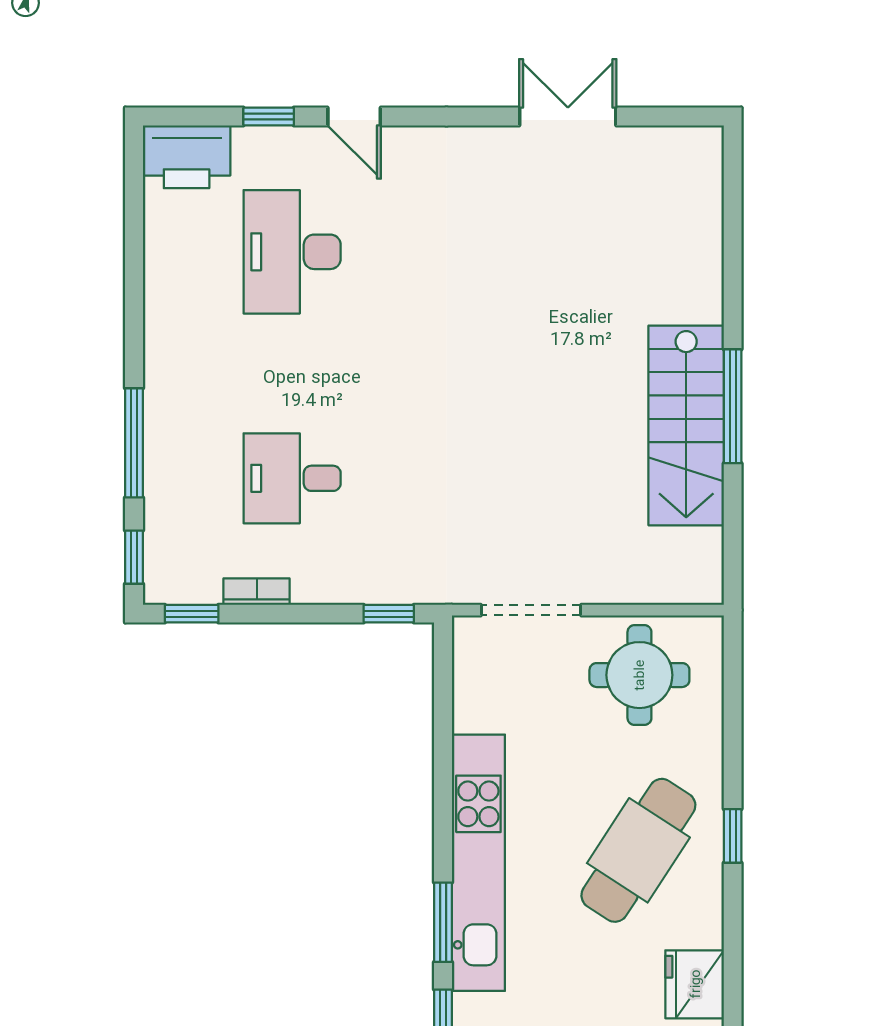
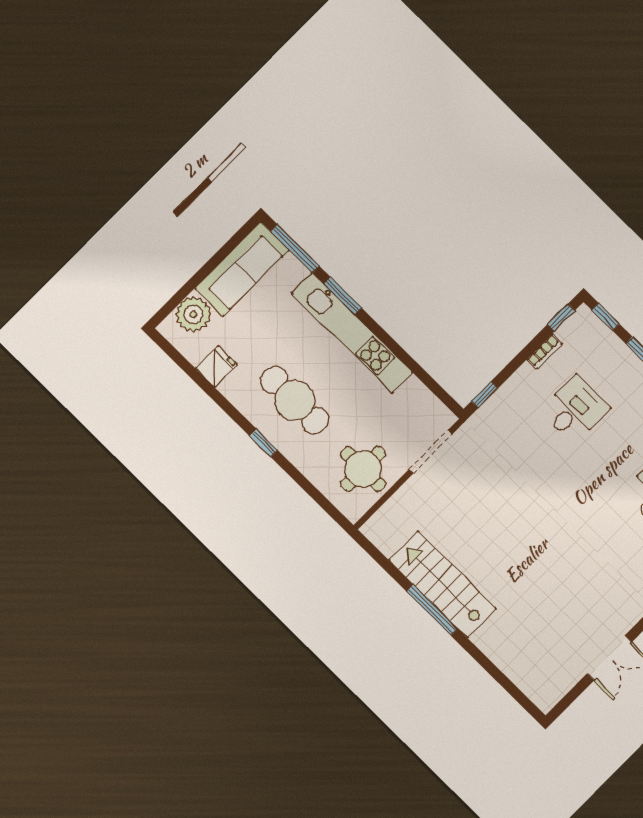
cafe table: (638, 850) -> (295, 400), turned -33
fridge: (695, 984) -> (216, 366), width x0.72

